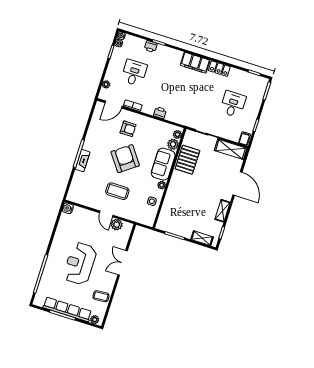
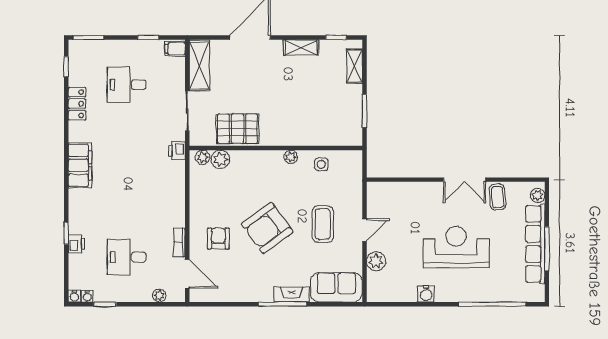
locker: (219, 69) -> (77, 104), moved
printer: (160, 113) -> (177, 151), moved
sofa: (163, 164) -> (336, 287), moved, turned 180
water cooler: (68, 208) -> (426, 294), moved
plant: (117, 225) -> (376, 261), moved
reception desk: (80, 263) -> (456, 247), turned 180
double door: (123, 263) -> (465, 180), moved

